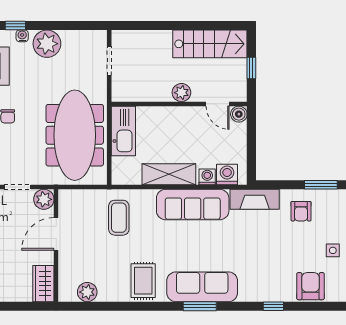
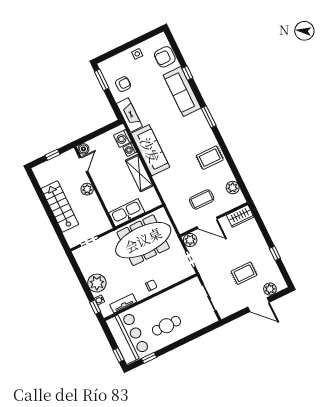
stairs: (210, 44) -> (60, 206), moved
coffee table: (119, 218) -> (202, 199), moved
sofa: (202, 287) -> (182, 91), moved

